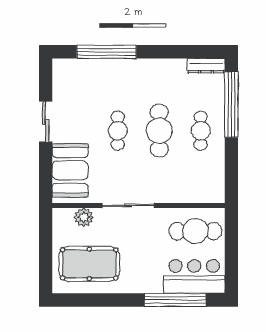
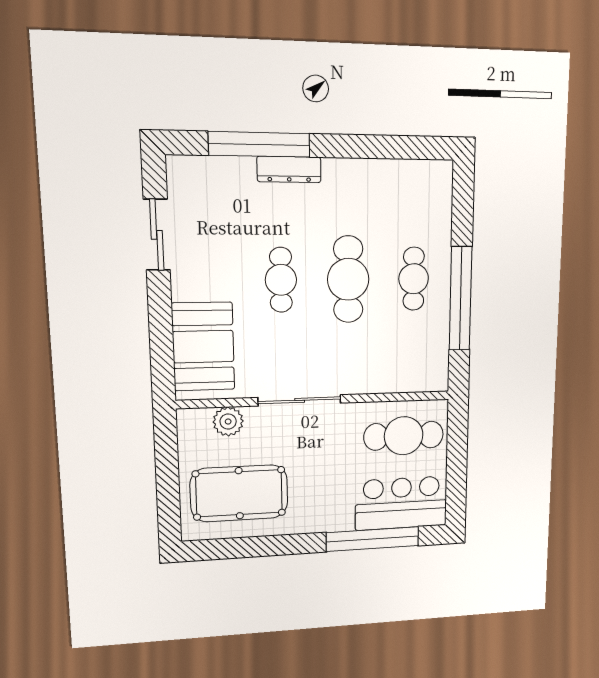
dresser: (206, 66) -> (289, 169), moved
window: (231, 105) -> (461, 299), moved
sliding door: (46, 122) -> (157, 235), moved

